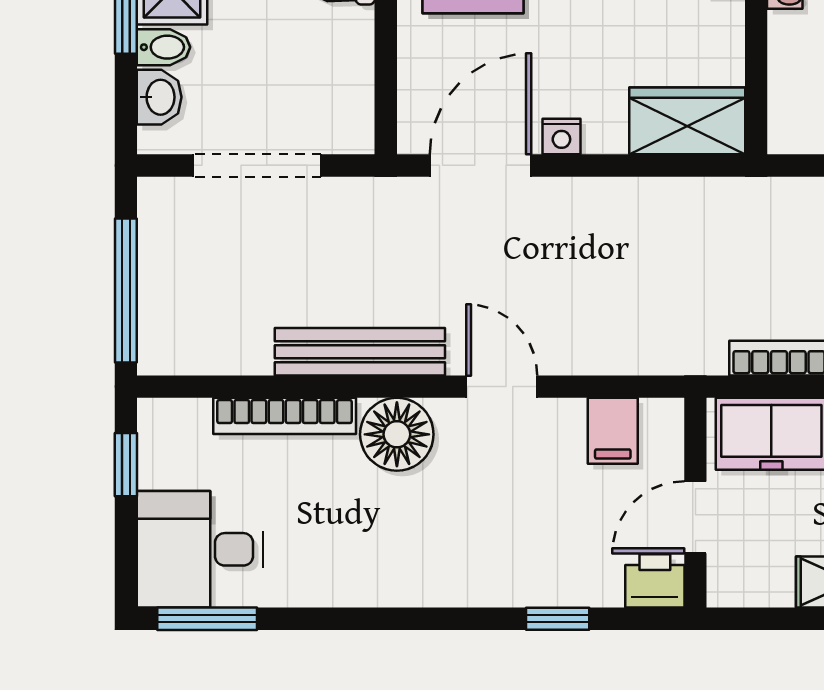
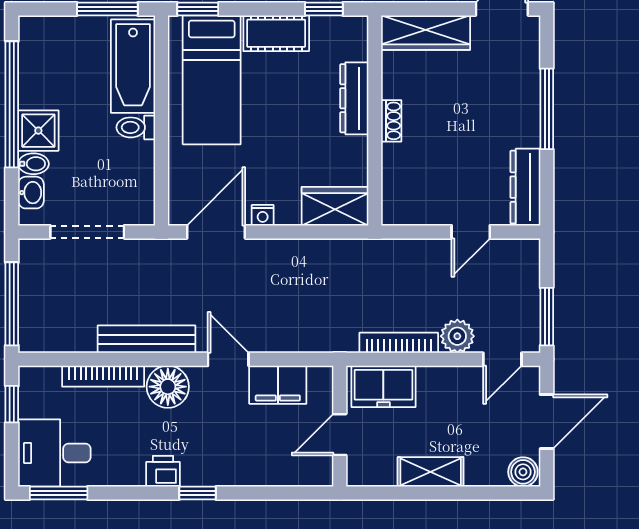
filing cabinet: (613, 431) -> (278, 385), width x2.00
printer: (655, 581) -> (163, 471), moved
window: (558, 619) -> (198, 493), moved

